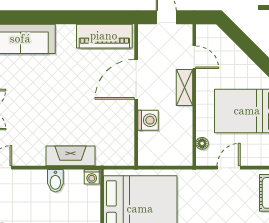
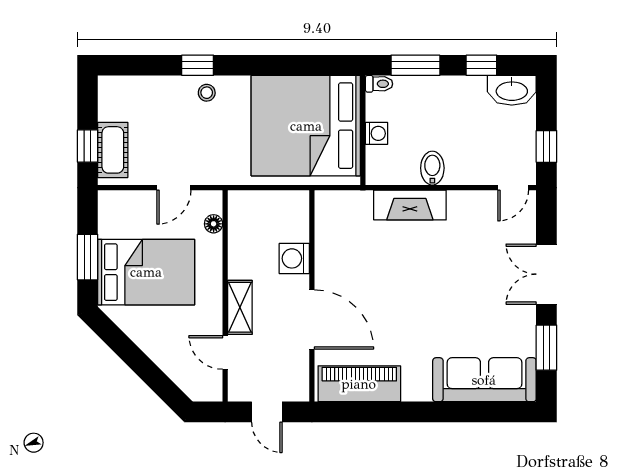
door: (136, 79) -> (312, 320), hinge flipped
washing machine: (92, 177) -> (376, 133), moved, turned 90

